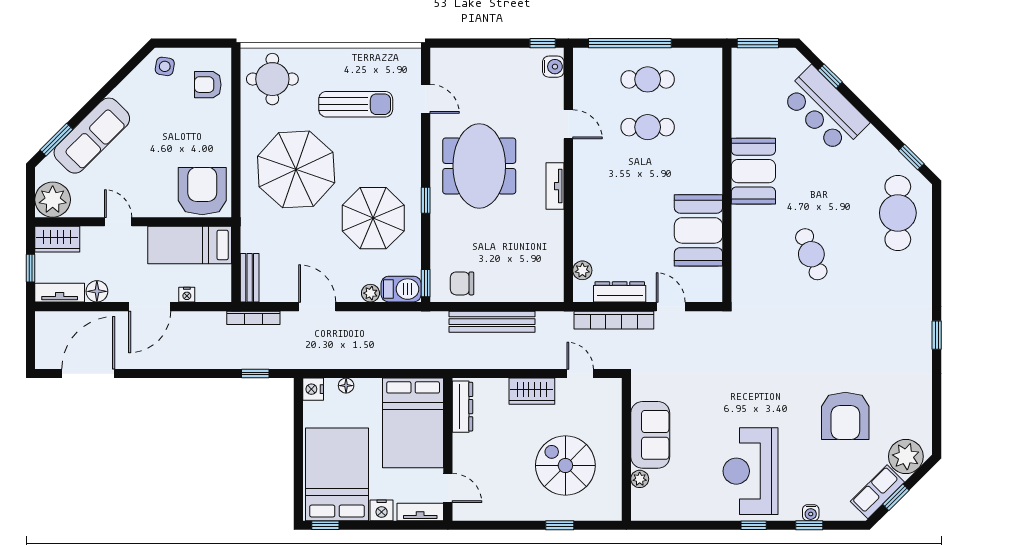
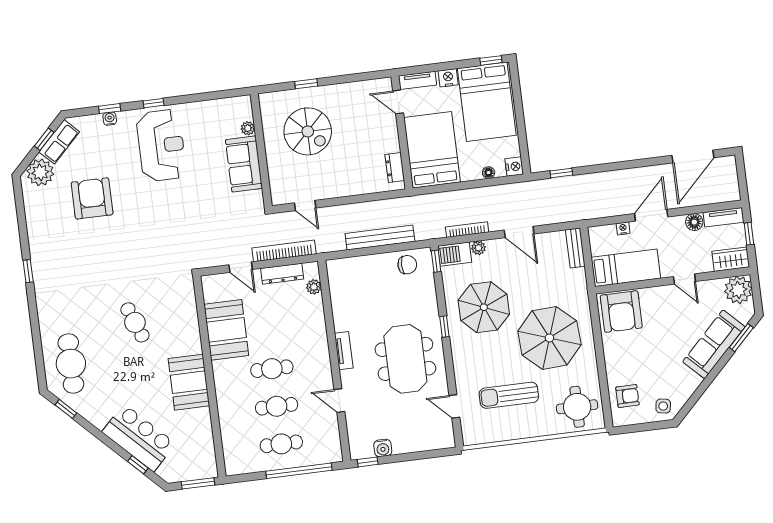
water cooler: (553, 67) -> (383, 448), moved, turned -90
cafe table: (648, 175) -> (272, 369), added
bookcase: (253, 318) -> (467, 230), moved
wardrobe: (532, 391) -> (342, 187), removed
dresser: (462, 407) -> (395, 168), width x0.70

